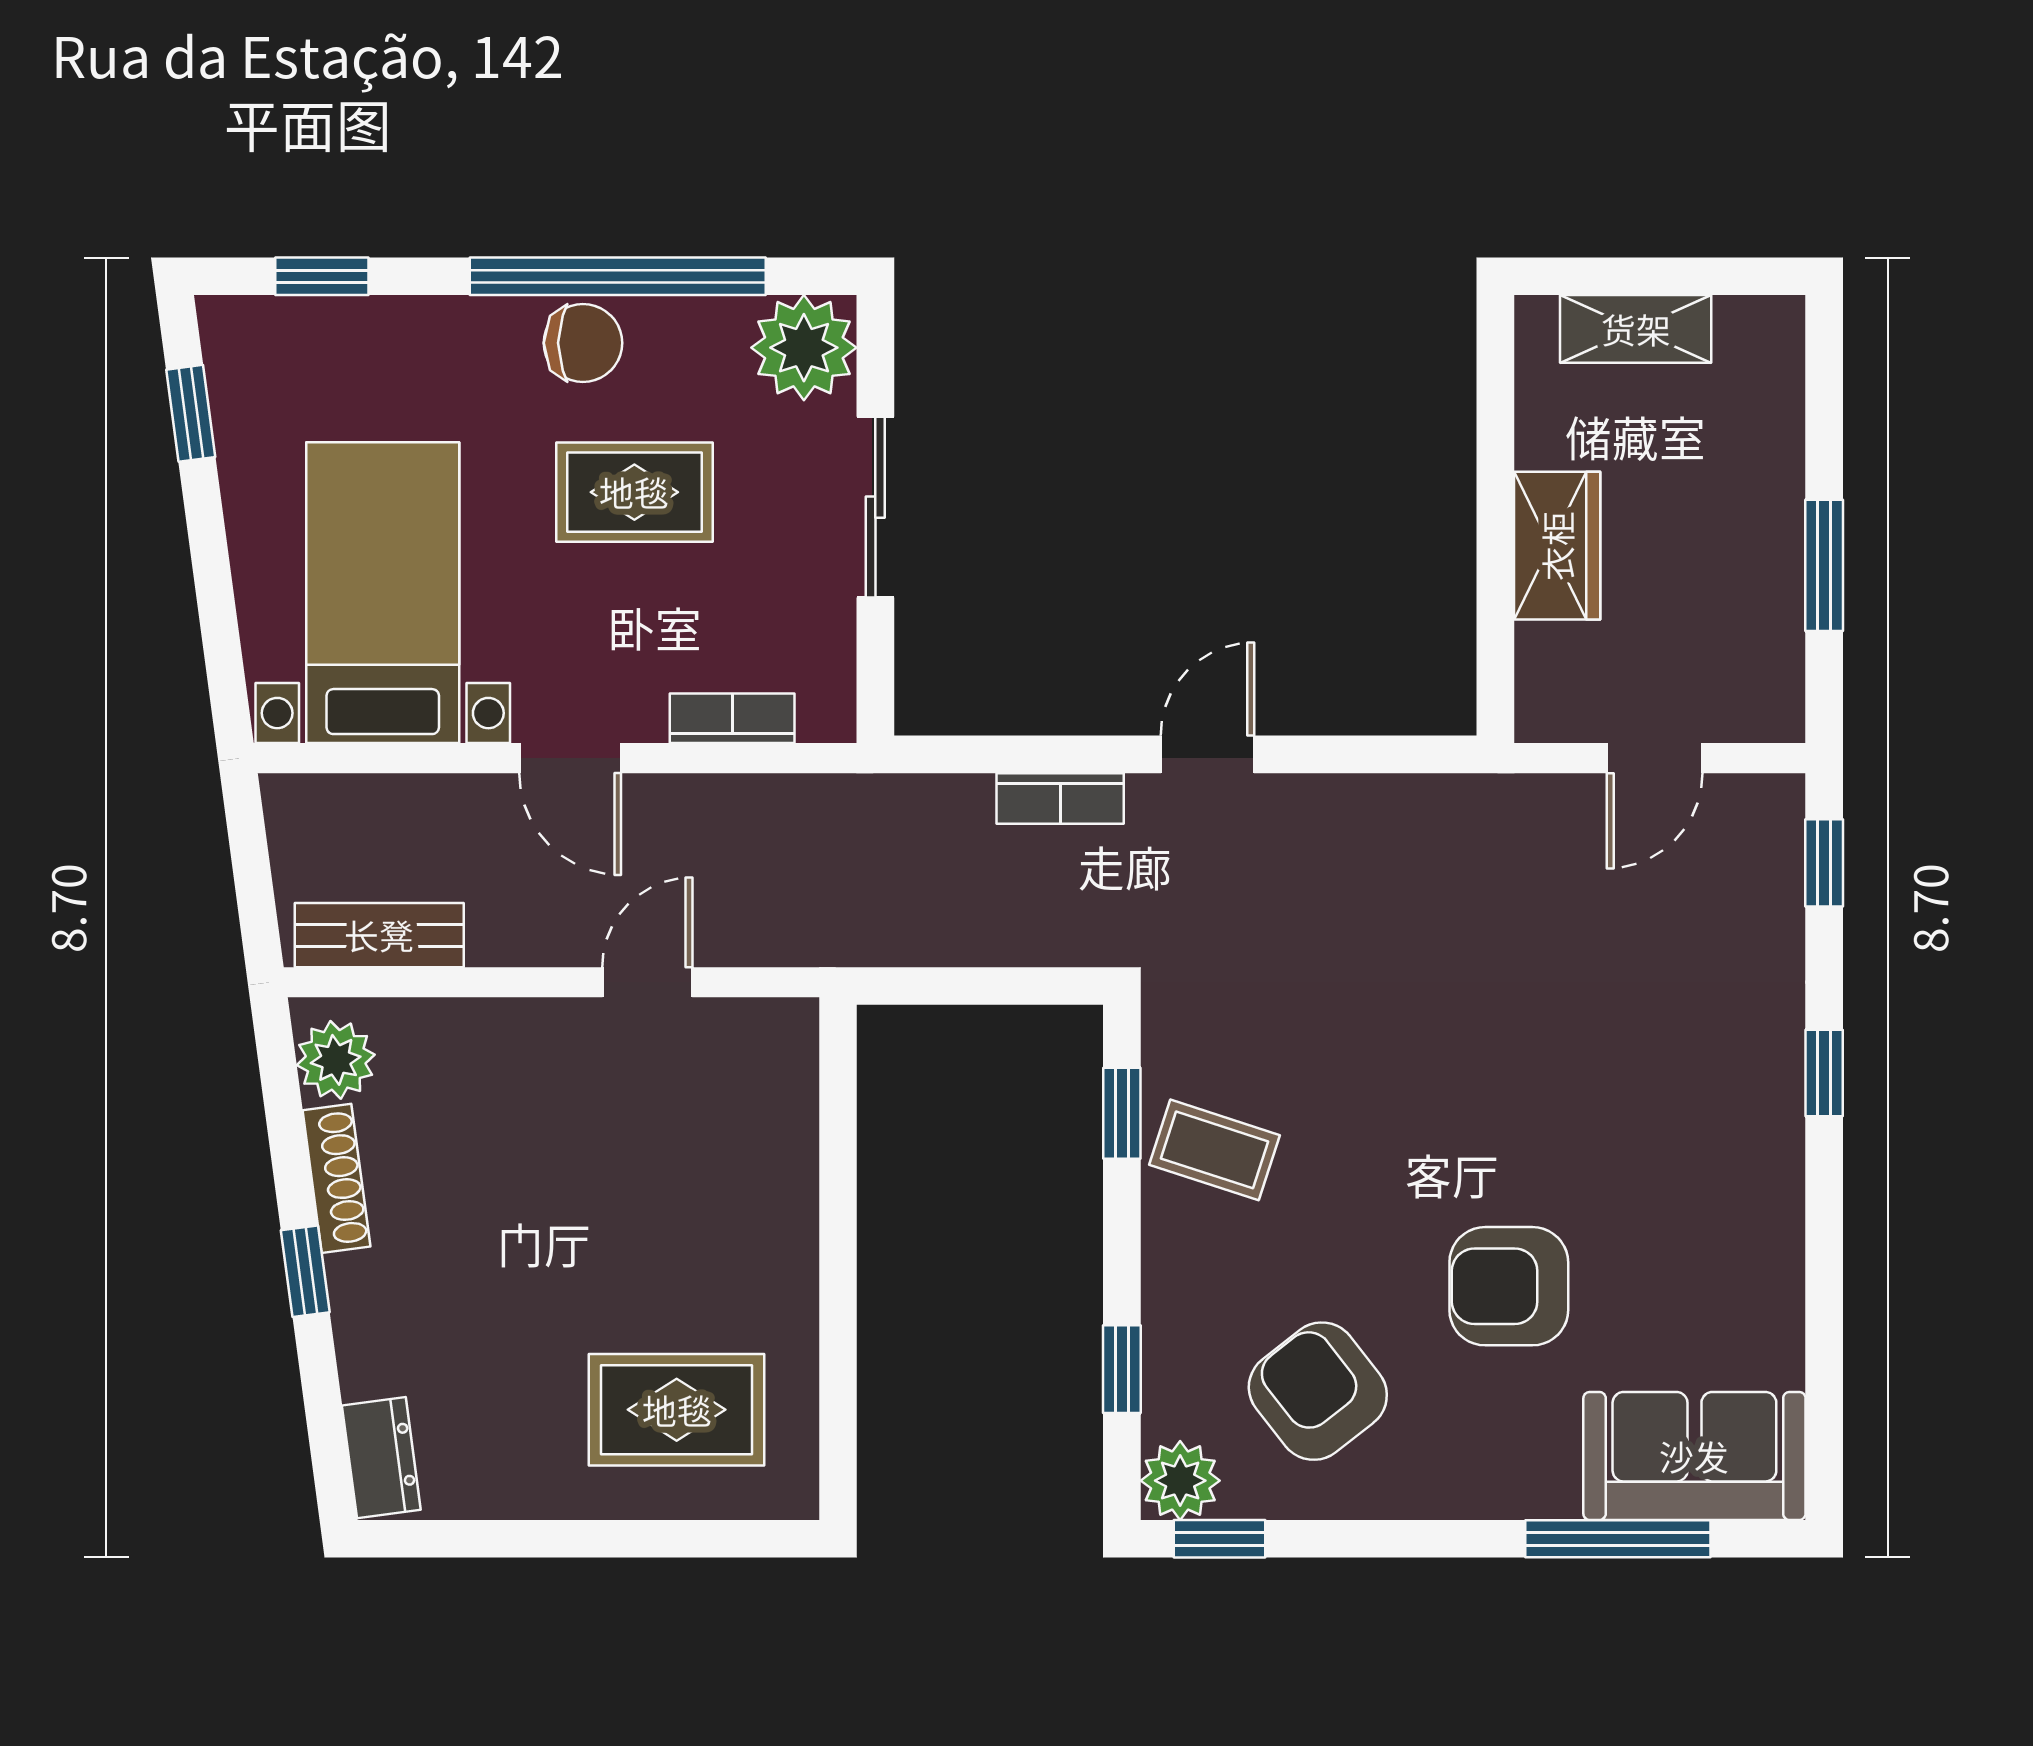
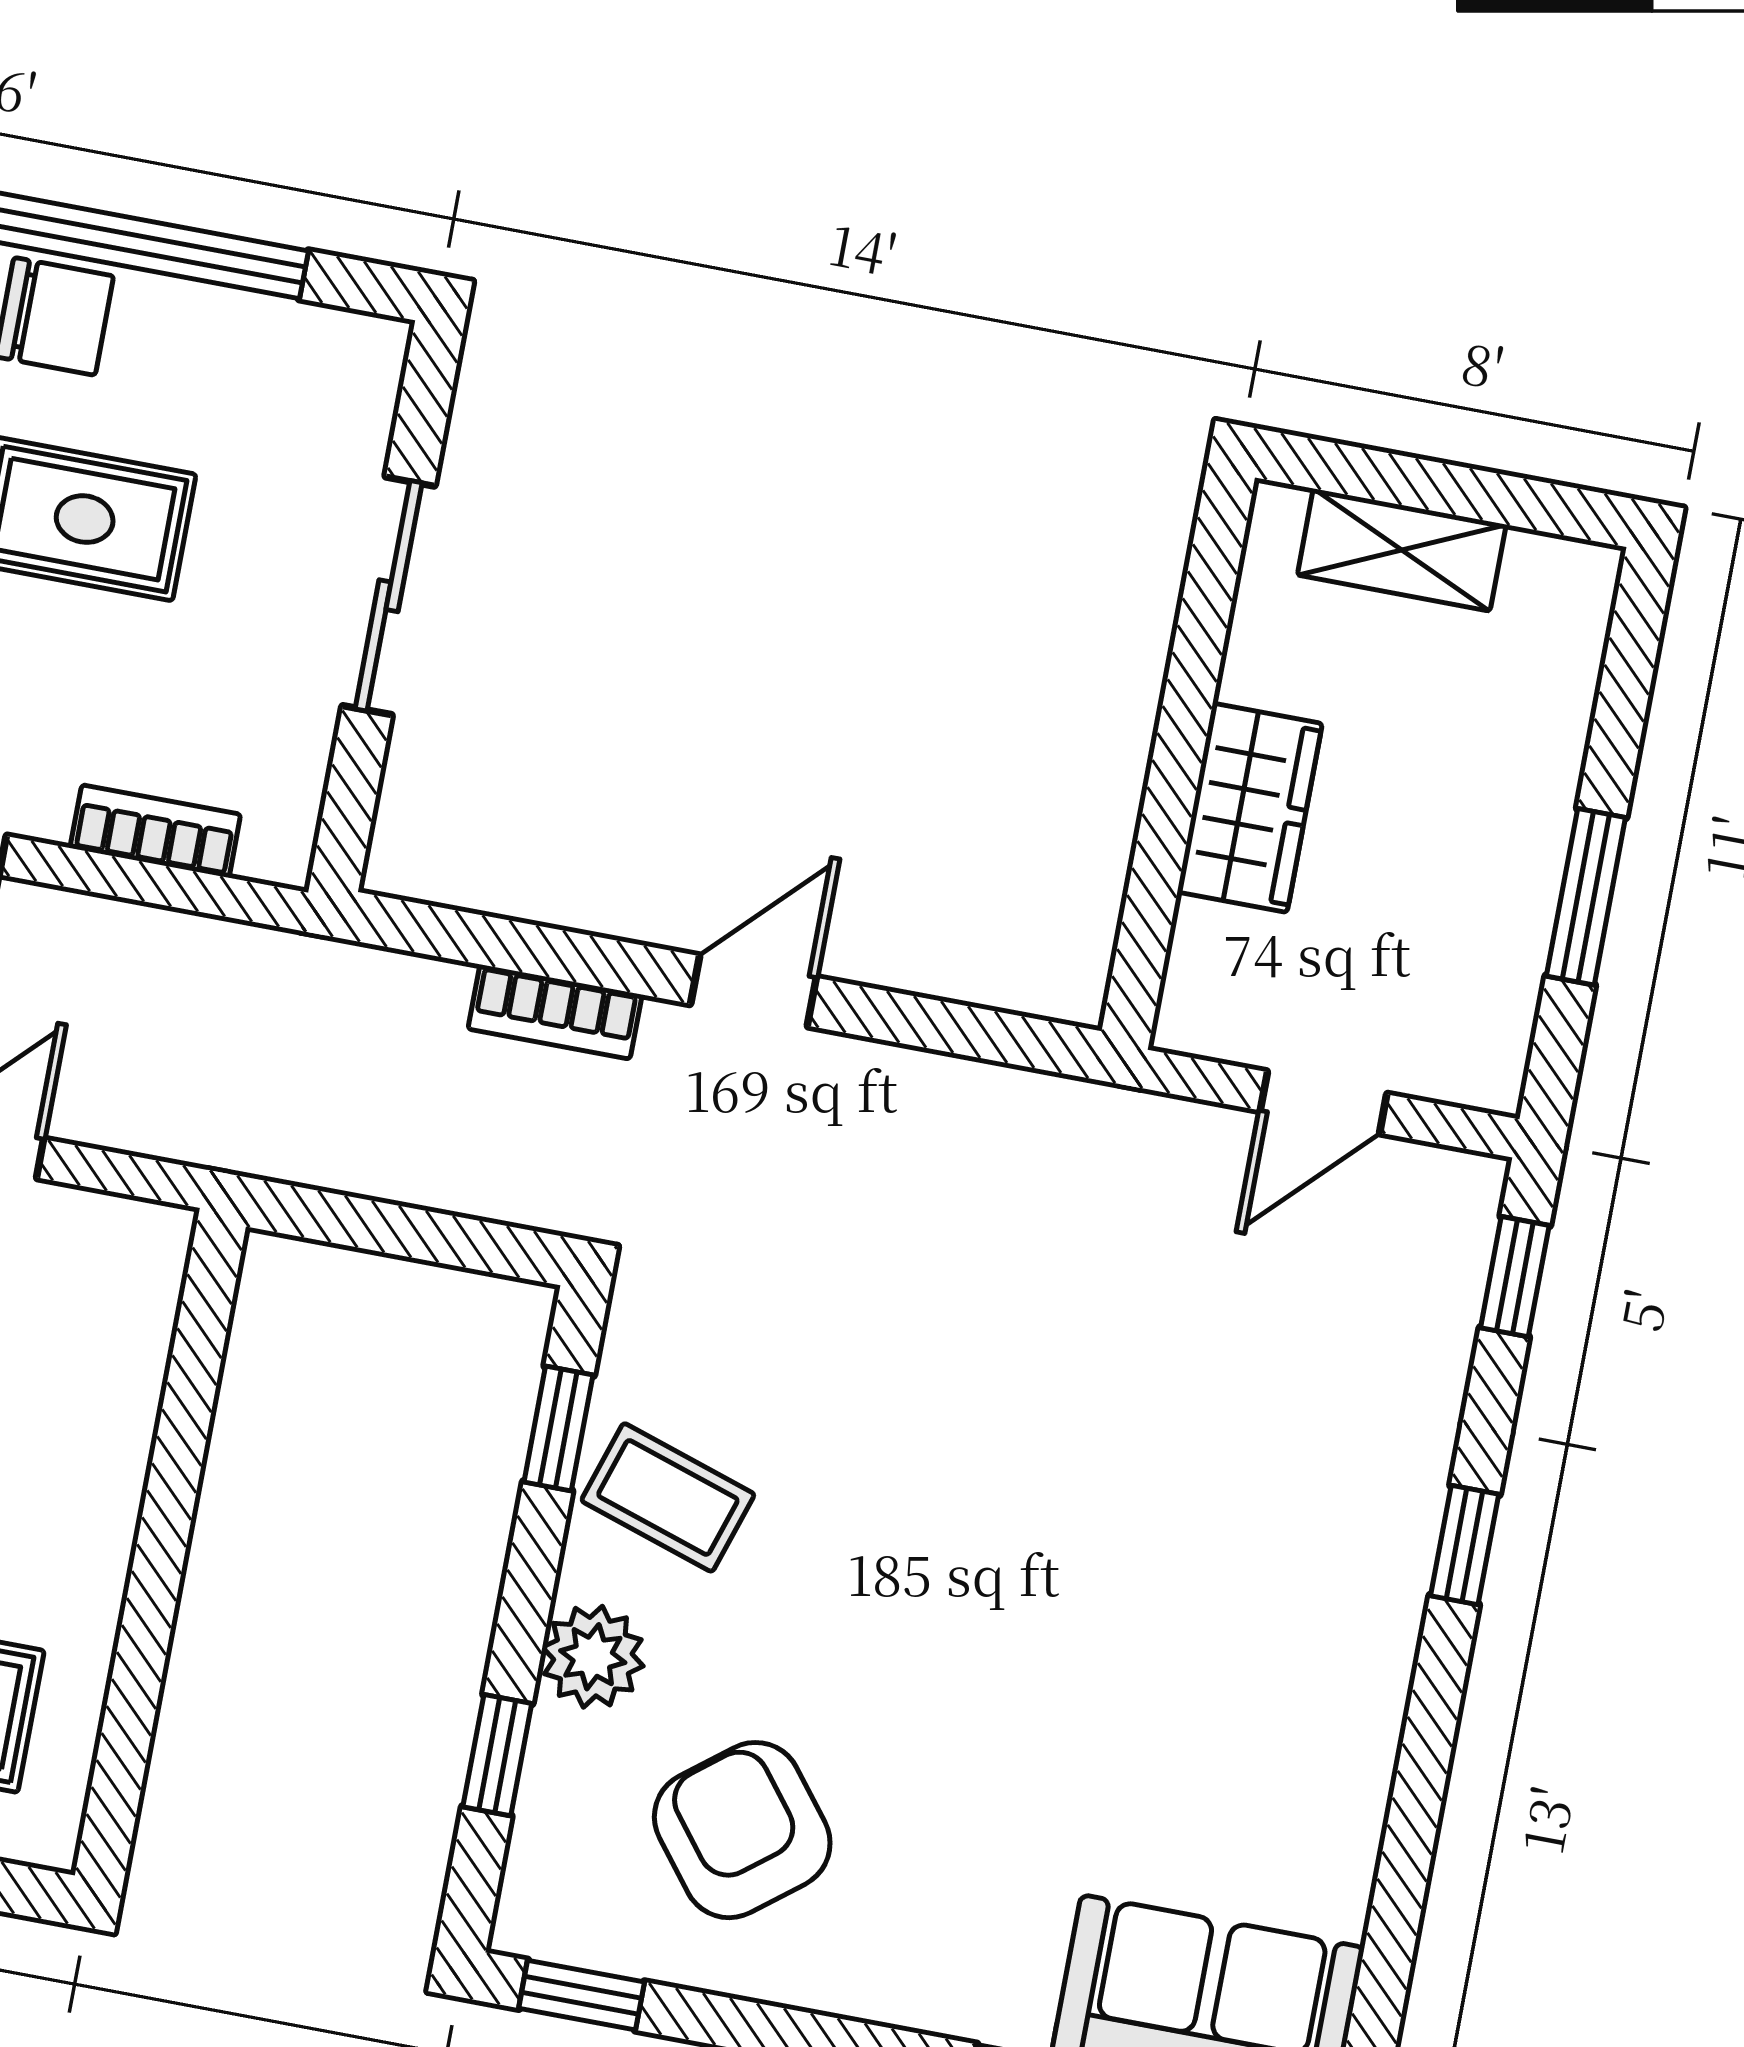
plant: (804, 348) -> (335, 375), removed
armchair: (1509, 1286) -> (1011, 1742), removed
plant: (1180, 1481) -> (593, 1657), moved

